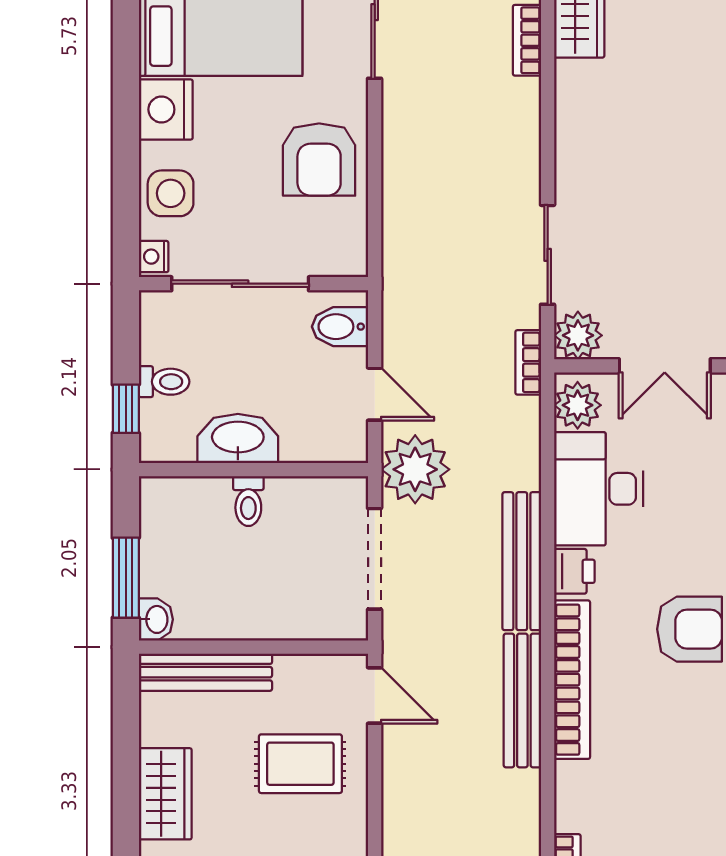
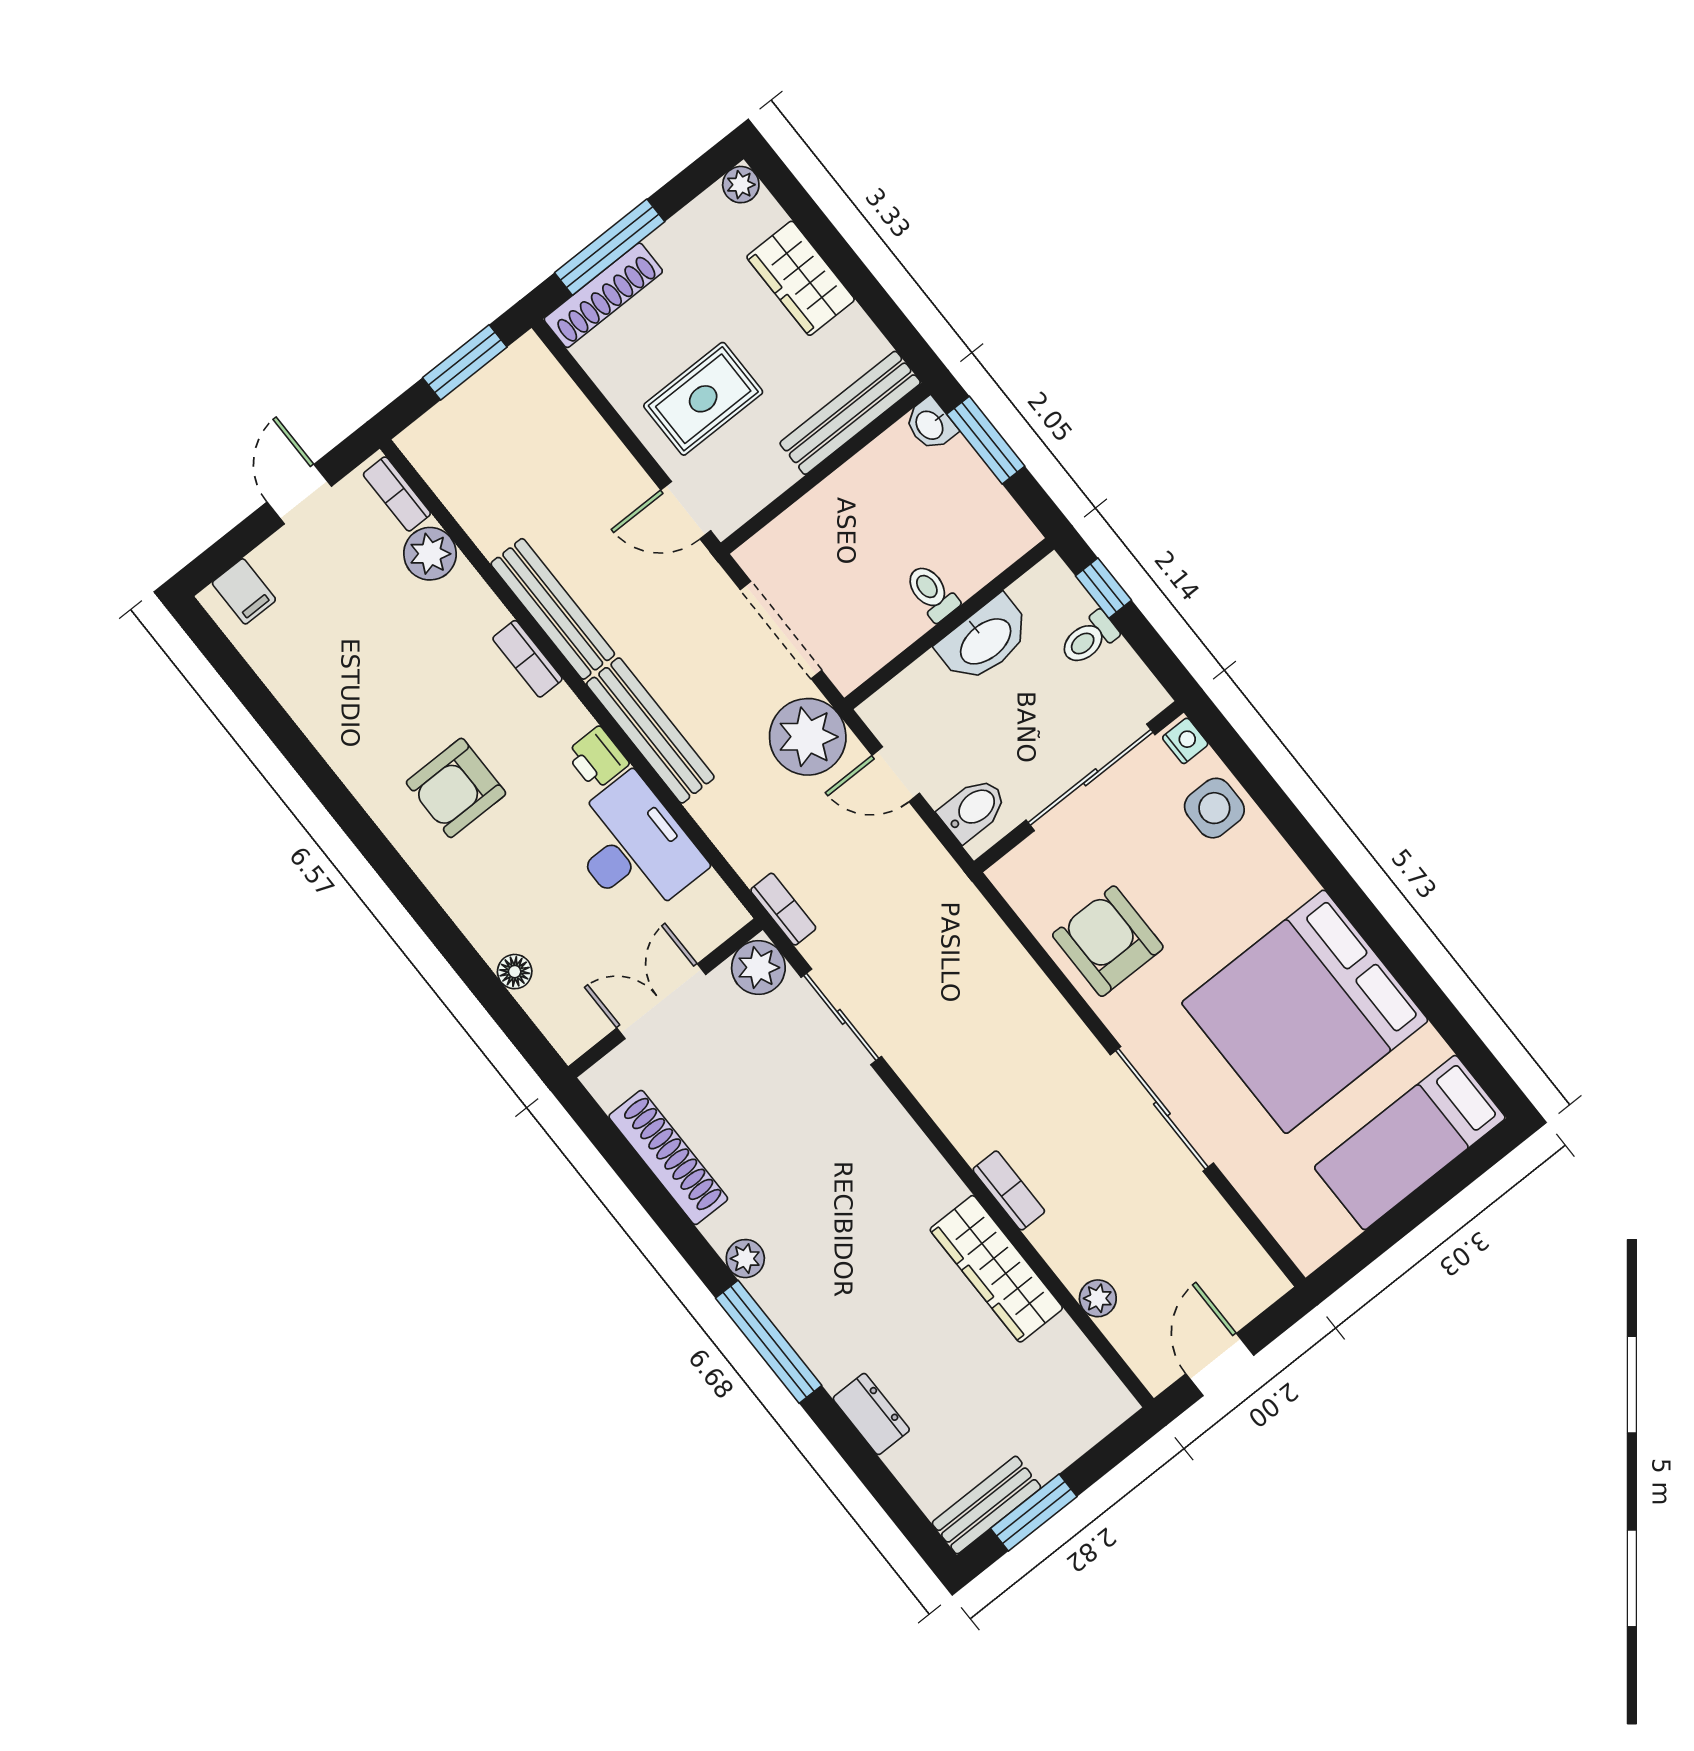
nightstand: (166, 109) -> (1277, 878), removed
plant: (578, 405) -> (430, 554), moved
bookcase: (572, 680) -> (527, 659), width x0.43, depth x0.76

